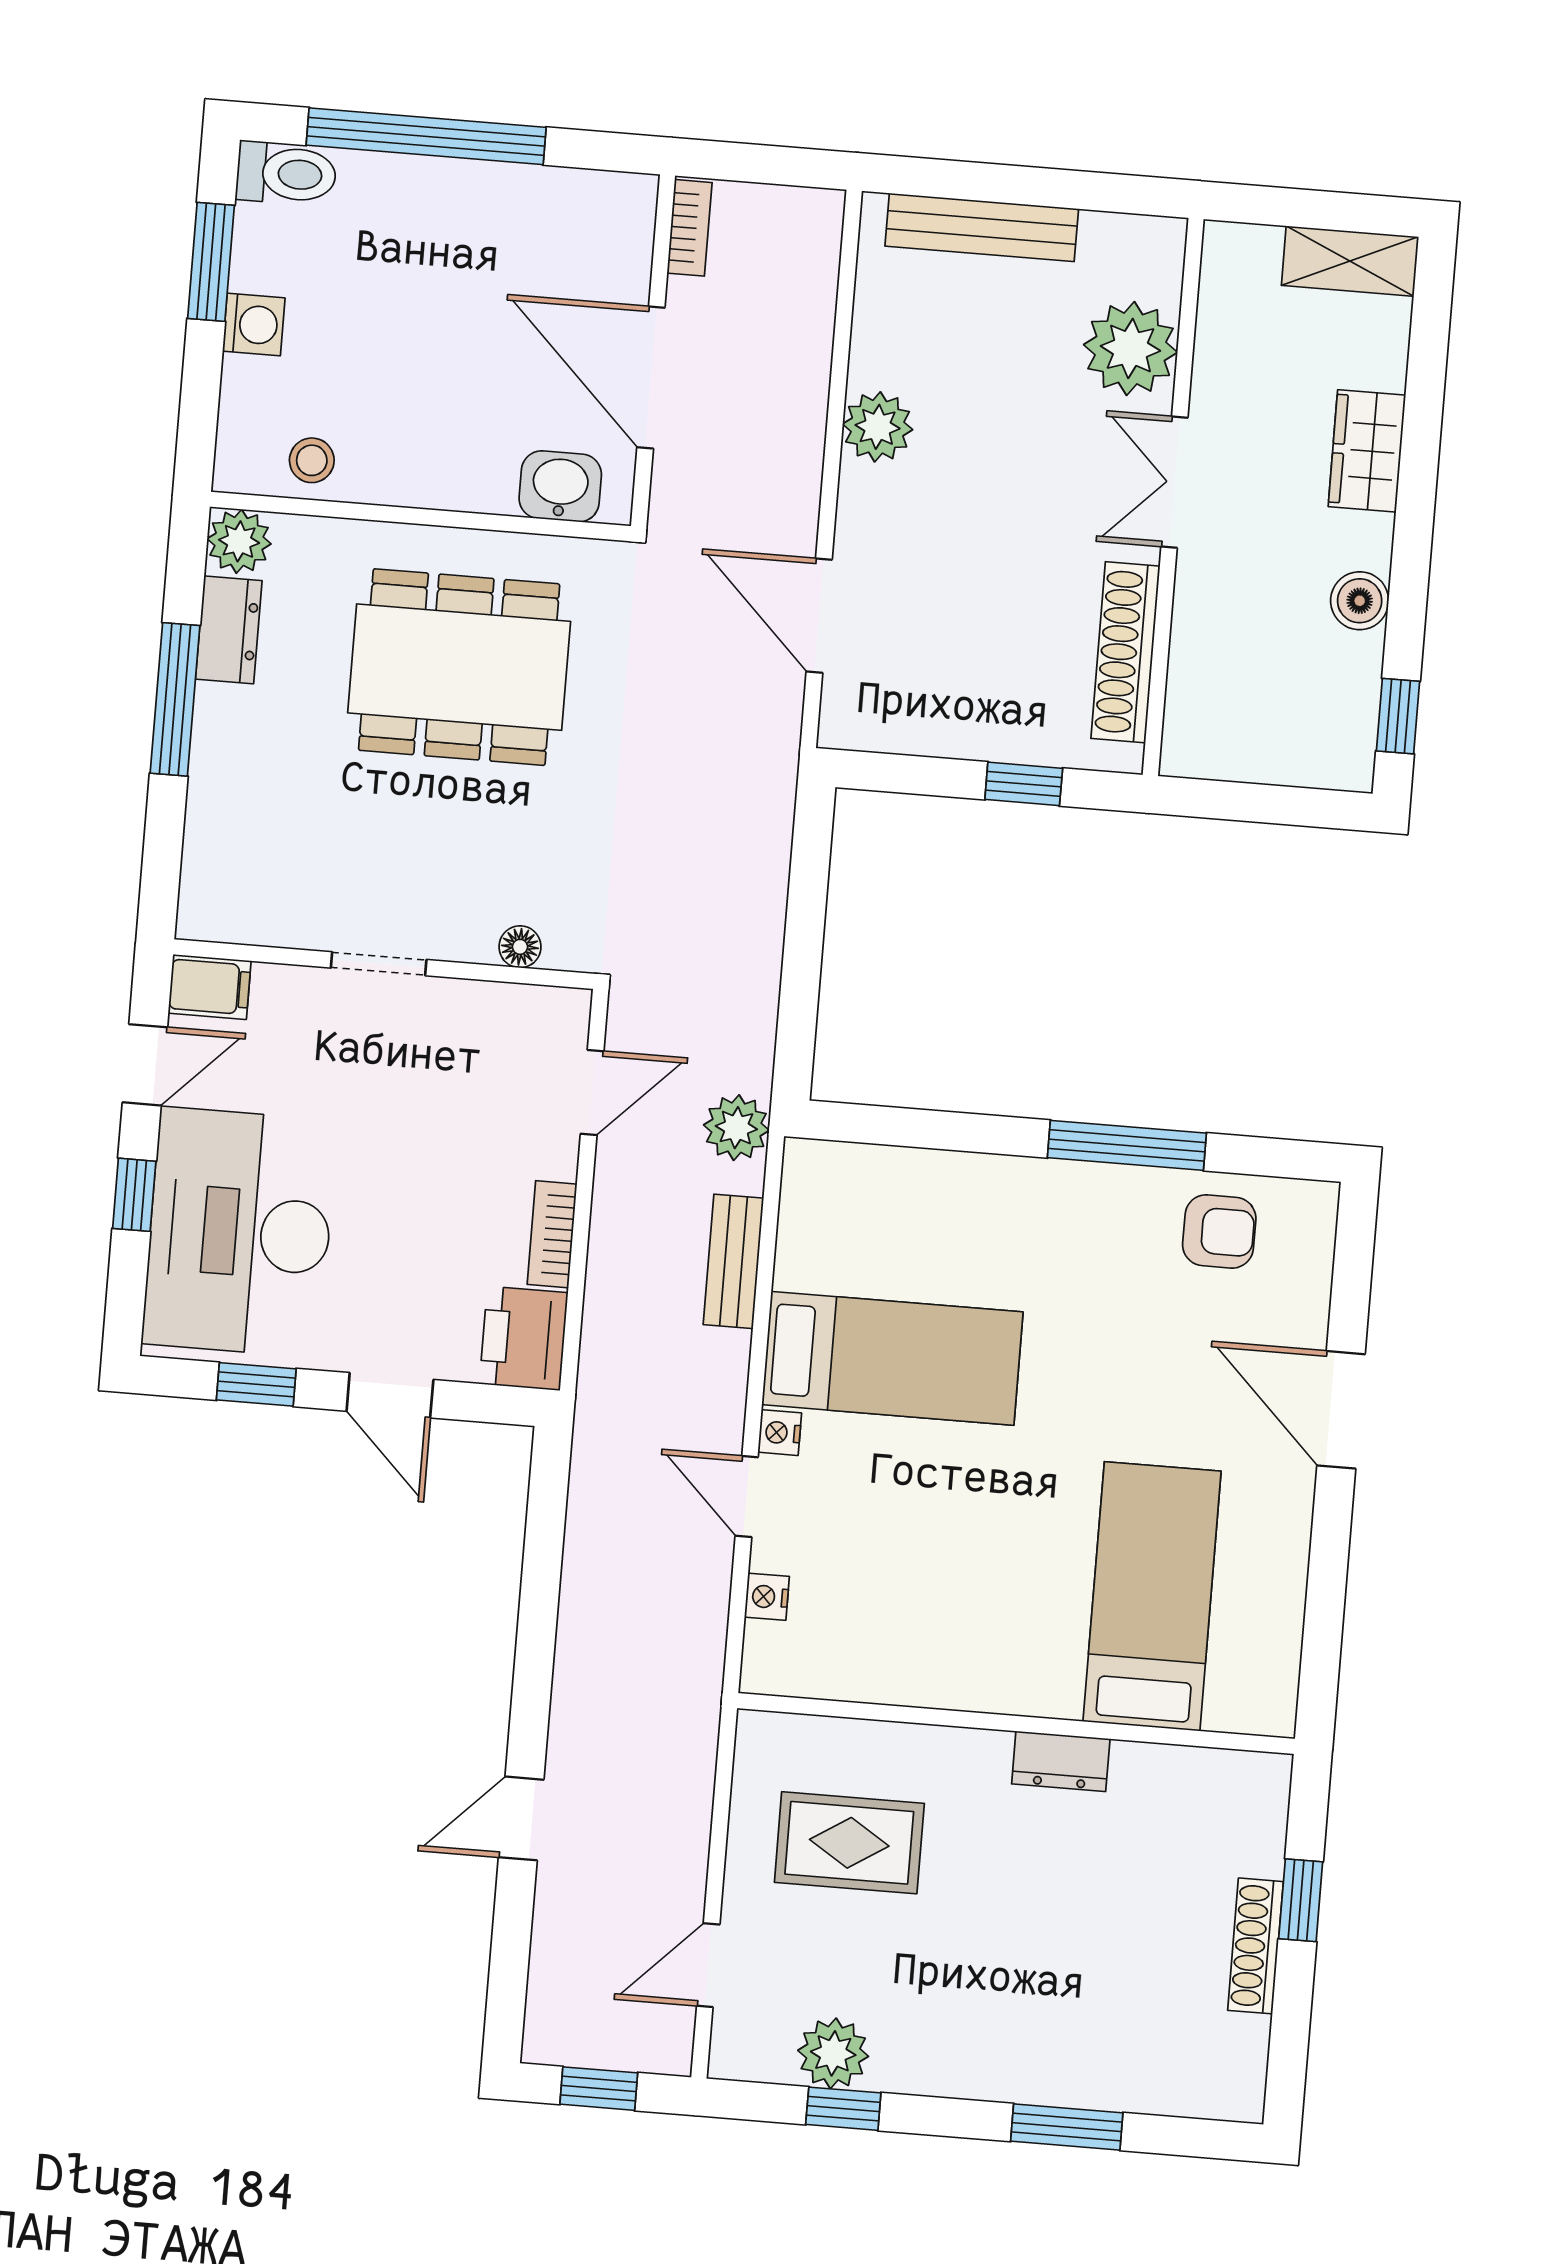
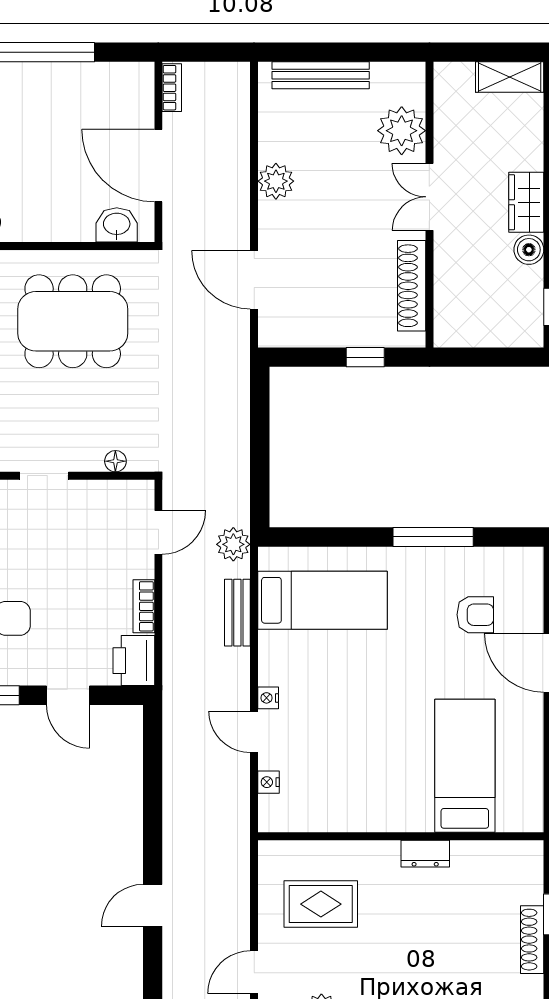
wardrobe: (1367, 451) -> (526, 202), moved
armchair: (1219, 1231) -> (475, 615), moved
bed: (892, 1358) -> (323, 600), moved

